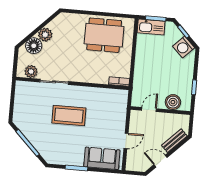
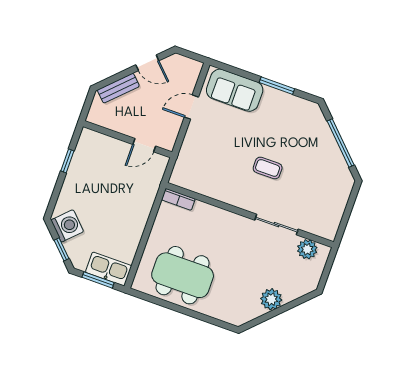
floor lamp: (34, 46) -> (293, 287), removed
boiler: (173, 102) -> (105, 147), removed
coffee table: (69, 115) -> (268, 168), width x0.54, depth x0.58

